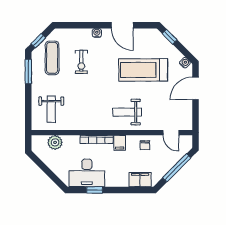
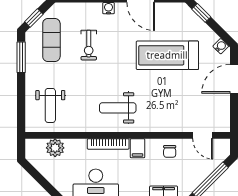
weight bench: (127, 112) -> (118, 108), moved

